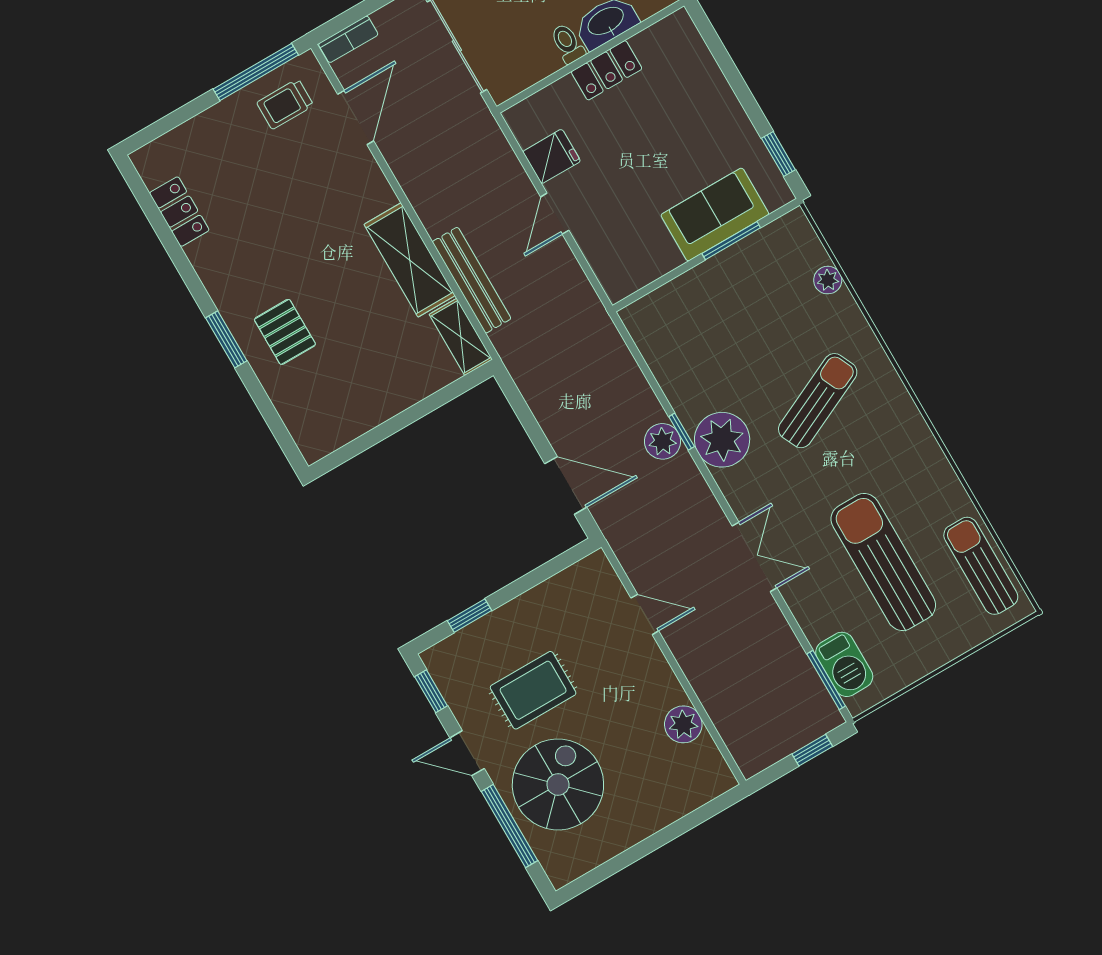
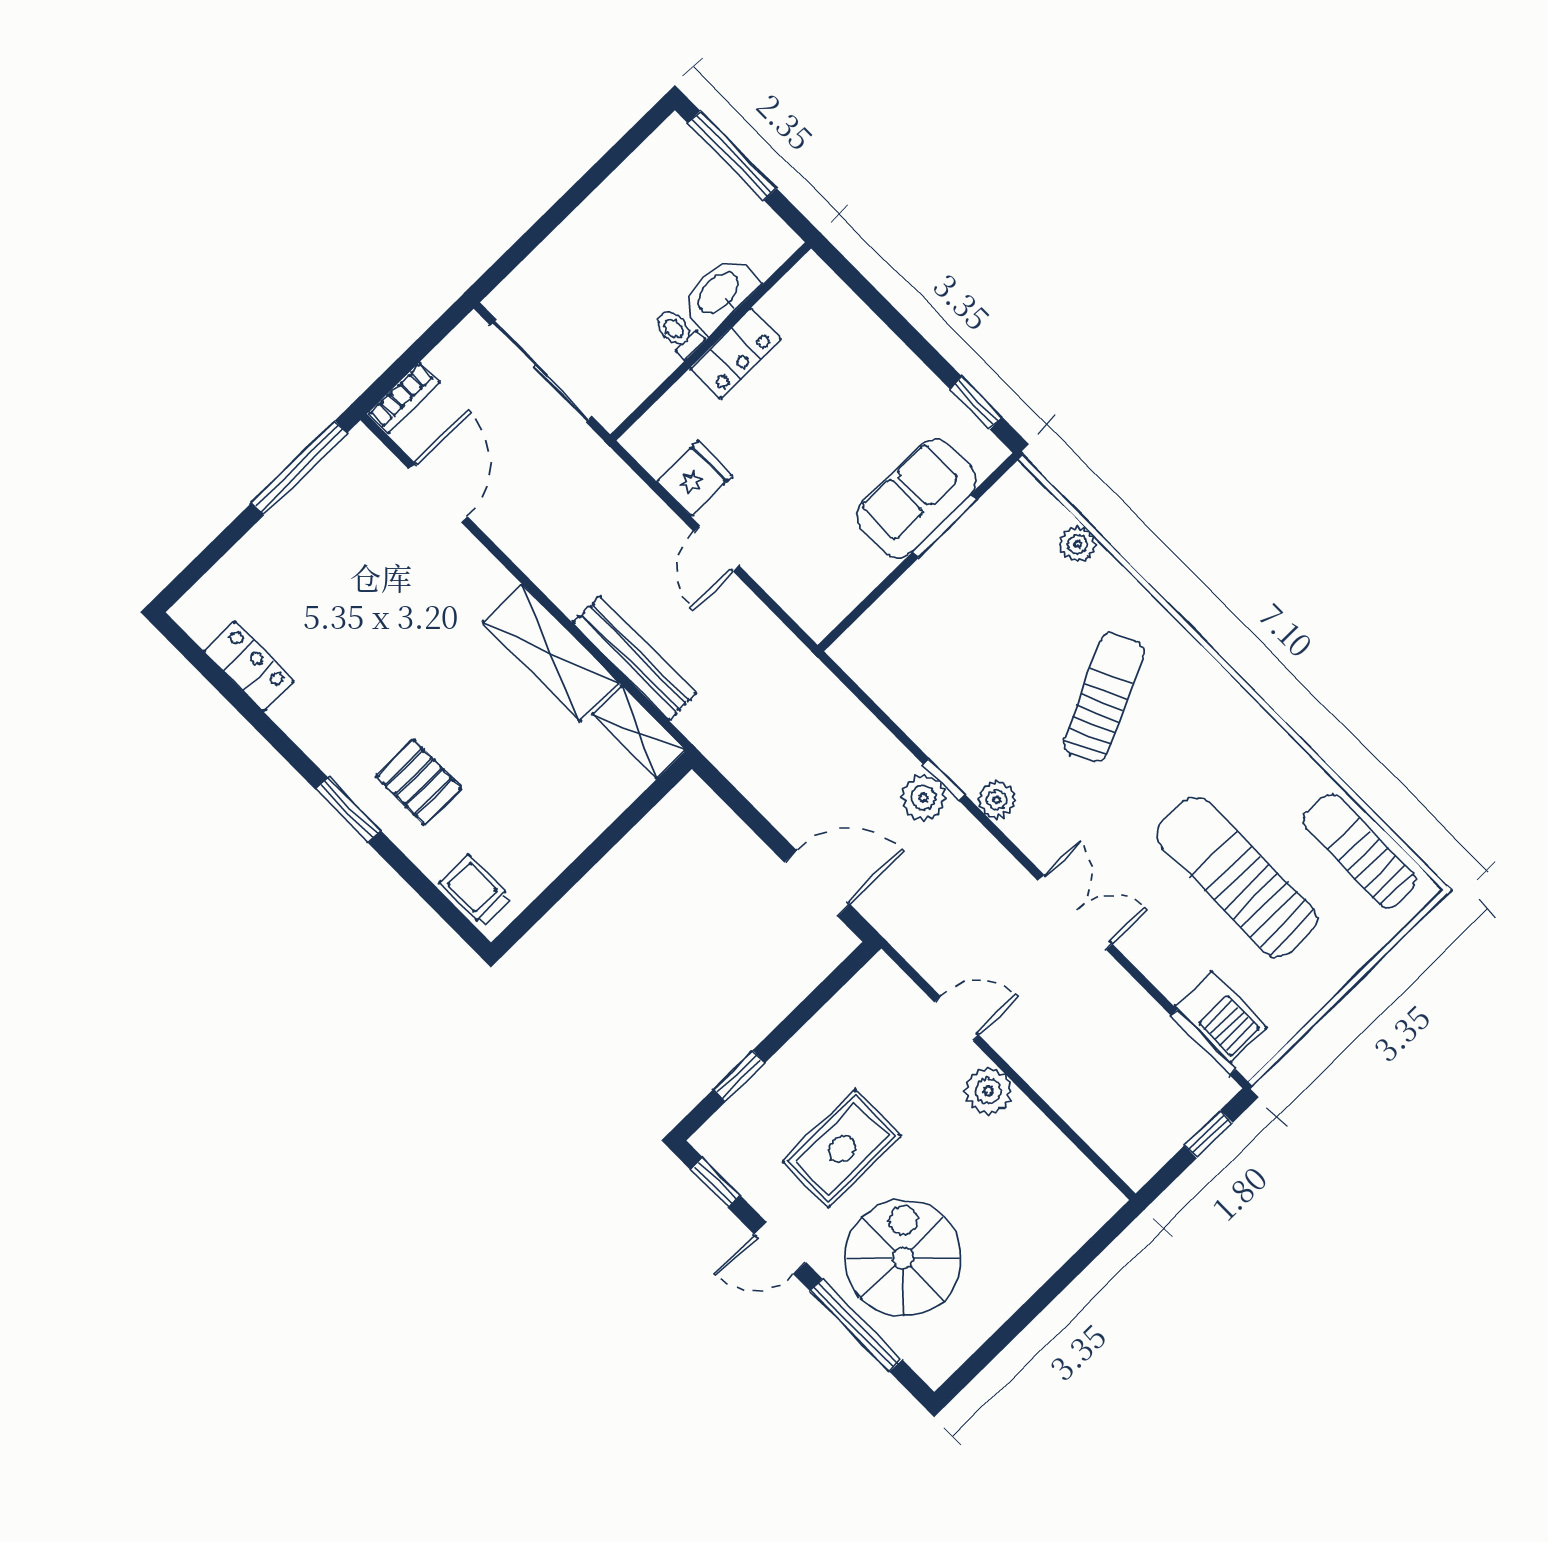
trolley: (285, 104) -> (476, 890), moved, turned 90
plant: (722, 440) -> (997, 800), width x0.53, depth x0.53
plant: (683, 724) -> (988, 1091), moved

